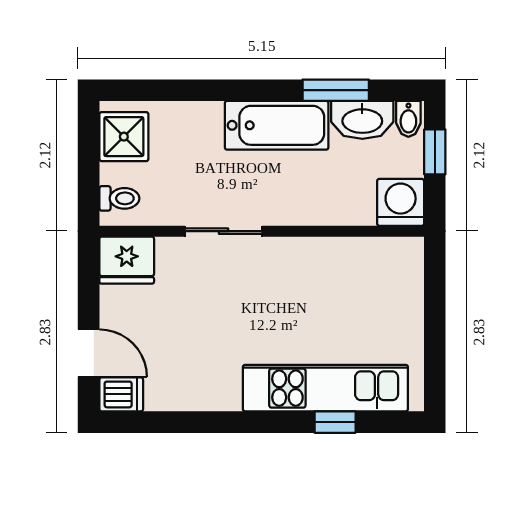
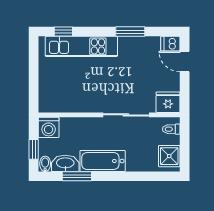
sliding door: (223, 231) -> (126, 115), width x1.37
window: (213, 422) -> (130, 32), added
window: (335, 422) -> (63, 32), moved

